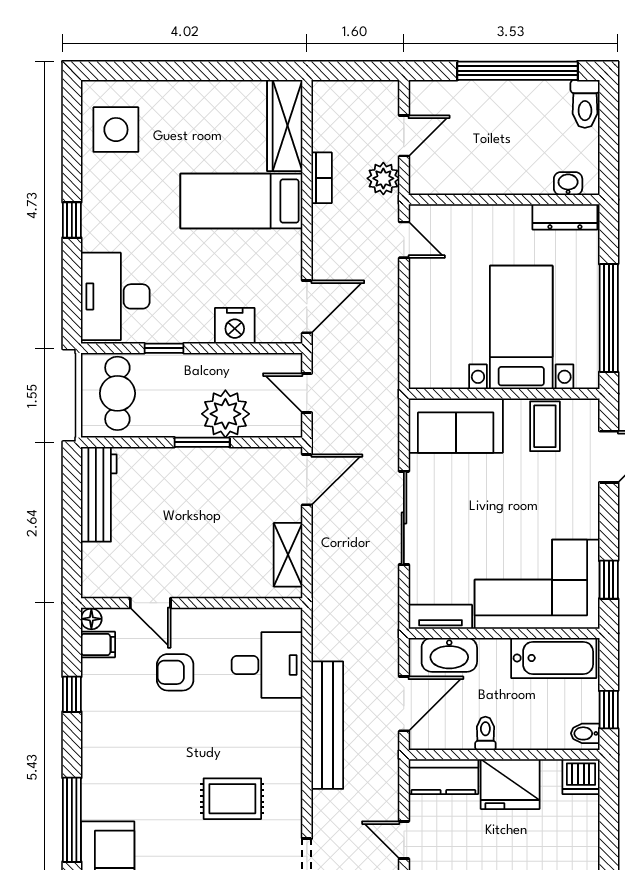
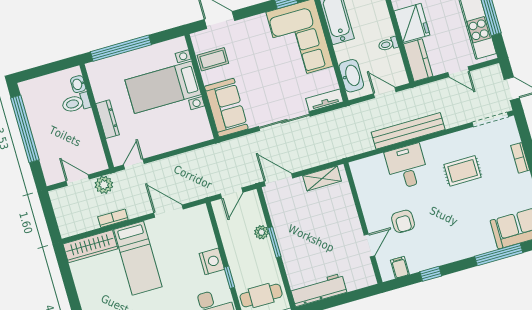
toilet: (585, 104) -> (76, 103), moved, turned 180
dresser: (565, 217) -> (108, 119), moved
door: (307, 307) -> (168, 211), moved
window: (609, 318) -> (121, 48), moved
nightstand: (235, 326) -> (212, 261), moved
plant: (225, 414) -> (261, 232), width x0.53, depth x0.53
tv unit: (441, 617) -> (325, 100), moved, turned 90
floor lamp: (91, 619) -> (387, 275), removed
desk: (267, 665) -> (407, 167), moved
door: (404, 704) -> (385, 93), width x0.73
rug: (232, 799) -> (463, 171), turned 90
door: (404, 840) -> (458, 72), hinge flipped

